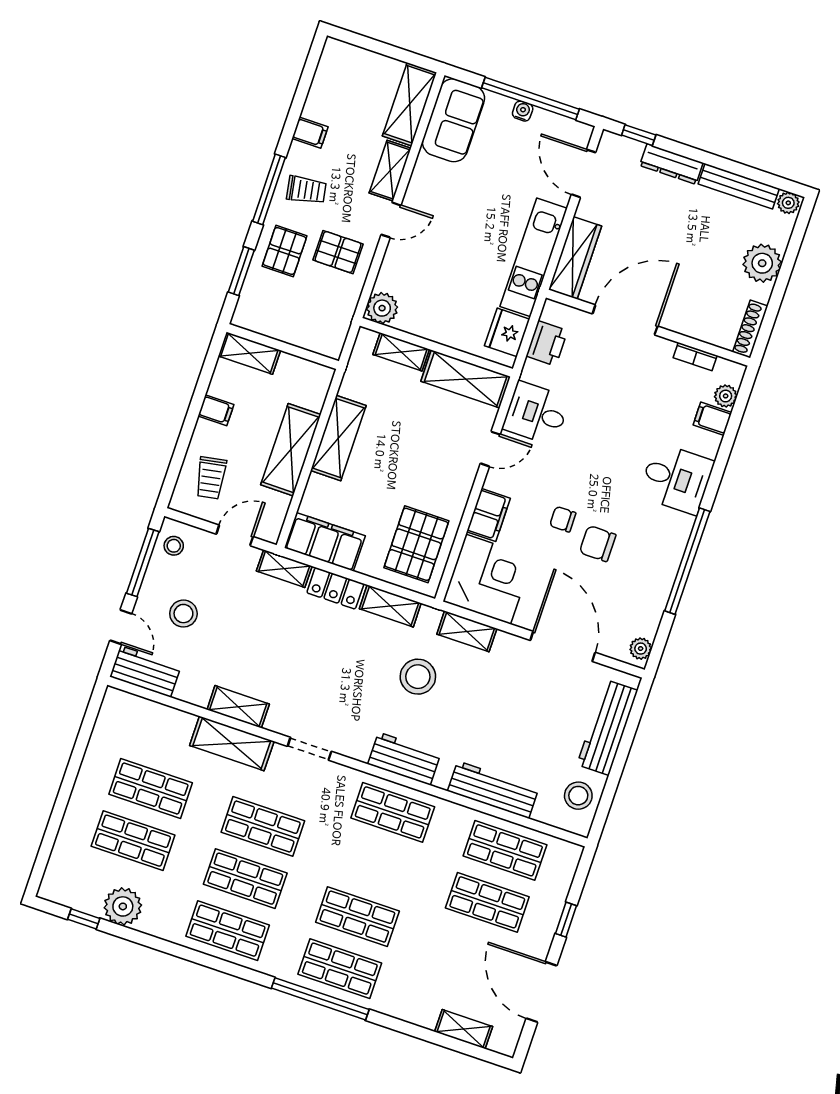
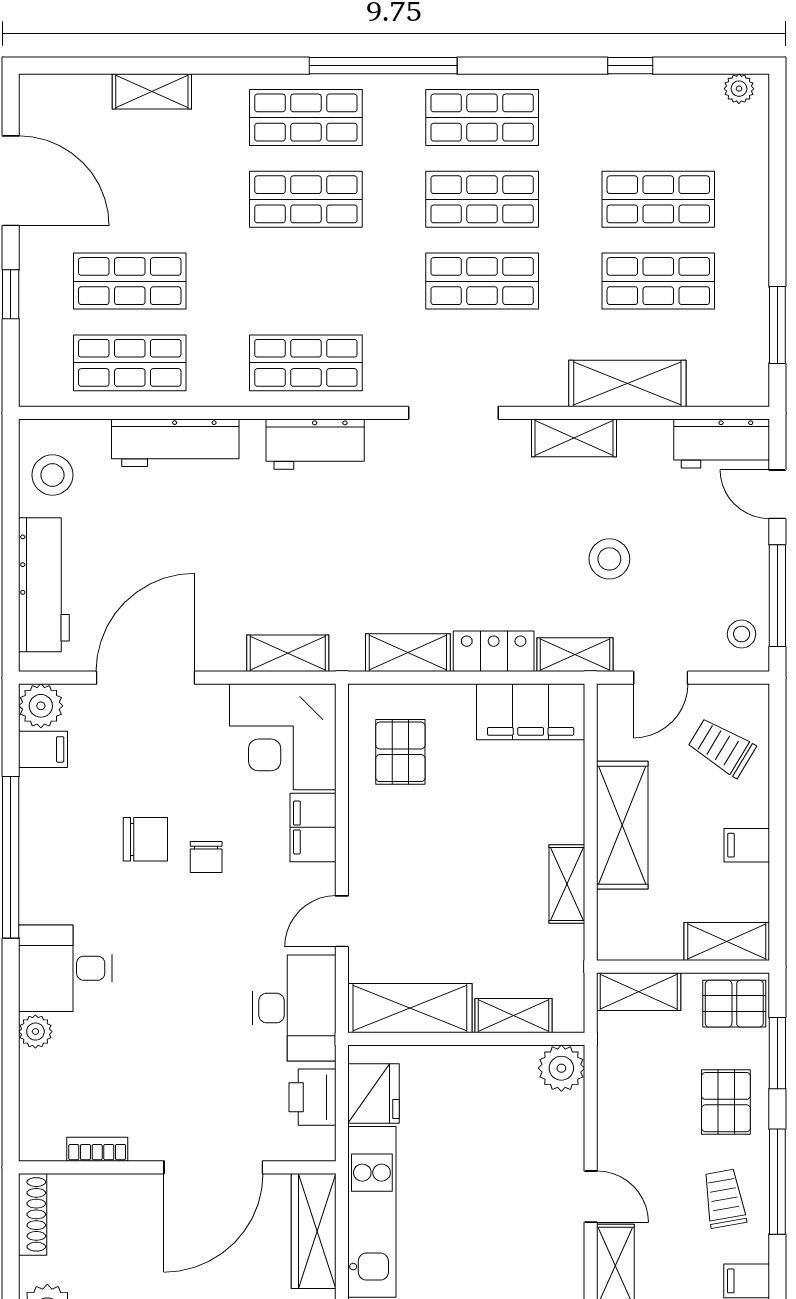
trolley: (306, 190) -> (724, 1199), turned 90
door: (391, 220) -> (591, 1197), swing flipped
pallet: (338, 252) -> (734, 1004), moved
shelving: (316, 340) -> (639, 992), added
plant: (726, 396) -> (35, 1032), moved
desk: (536, 413) -> (294, 1008), width x1.37
filing cabinet: (713, 419) -> (43, 749), moved
shelving: (338, 438) -> (567, 884), width x0.67, depth x0.75
trolley: (211, 478) -> (722, 747), turned -49
chair: (563, 519) -> (206, 857), turned 90
pallet: (416, 544) -> (400, 752), width x0.67, depth x0.71
stool: (183, 614) -> (609, 559), moved
door: (563, 646) -> (146, 678), swing flipped
plant: (641, 649) -> (41, 706), width x1.38, depth x1.38
stool: (418, 677) -> (335, 566), removed
window: (84, 735) -> (777, 325), added
shelving: (232, 743) -> (627, 383), moved
doorway: (309, 749) -> (453, 413), width x1.38
plant: (123, 906) -> (739, 89), moved, width x0.53, depth x0.53
window: (84, 919) -> (630, 66), moved
window: (320, 999) -> (383, 66), moved
shelving: (464, 1029) -> (152, 91), moved

